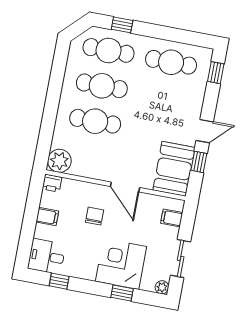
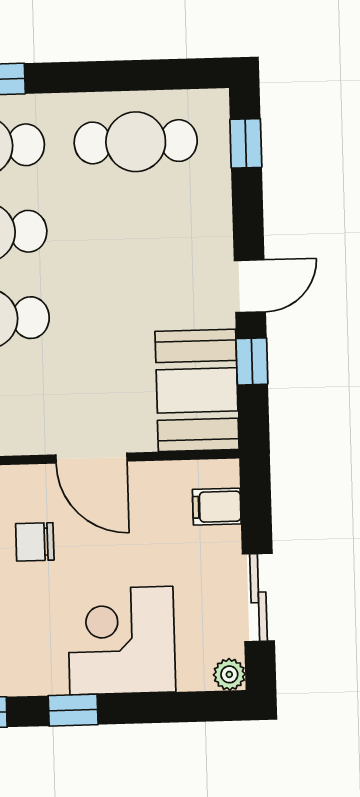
chair: (95, 216) -> (35, 542), turned -90
window: (122, 293) -> (73, 710), moved

